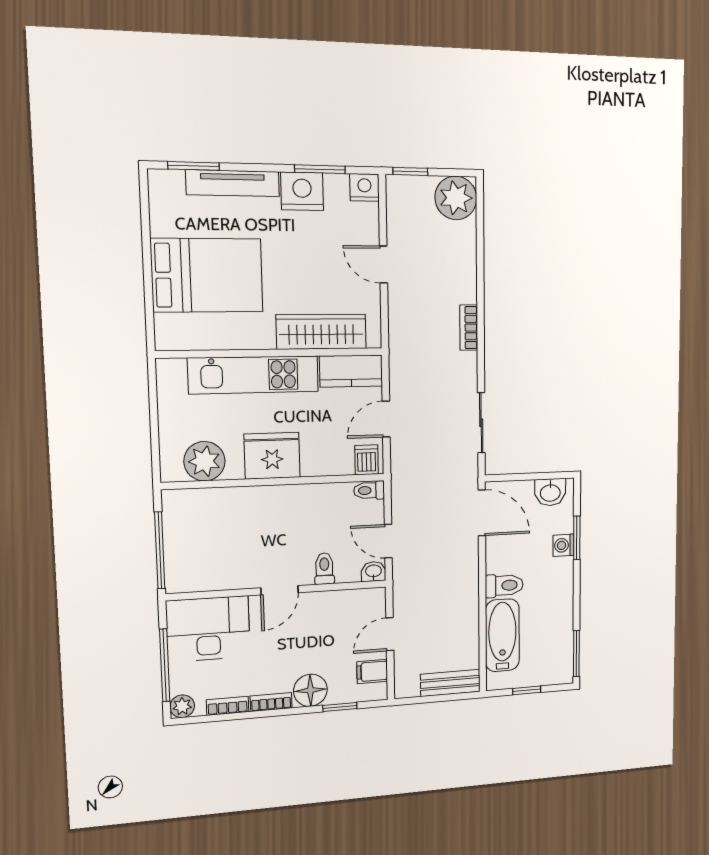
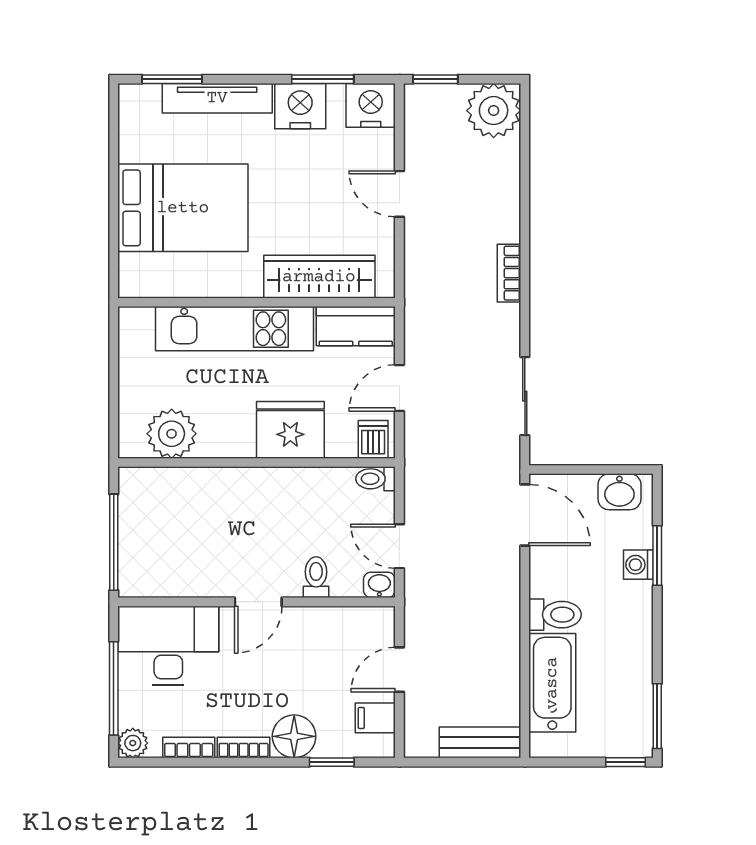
nightstand: (364, 187) -> (371, 105), width x1.36, depth x1.33
fridge: (272, 456) -> (290, 430), moved
window: (527, 690) -> (625, 762), moved

